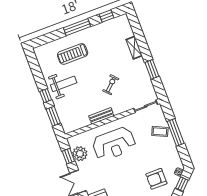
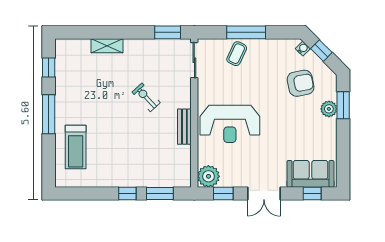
treadmill: (73, 54) -> (76, 147), moved
window: (152, 69) -> (168, 32), moved
weight bench: (64, 84) -> (121, 162), removed
reception desk: (114, 144) -> (230, 124), turned 90
plant: (80, 154) -> (208, 176), moved
armchair: (156, 179) -> (301, 83), turned -101

